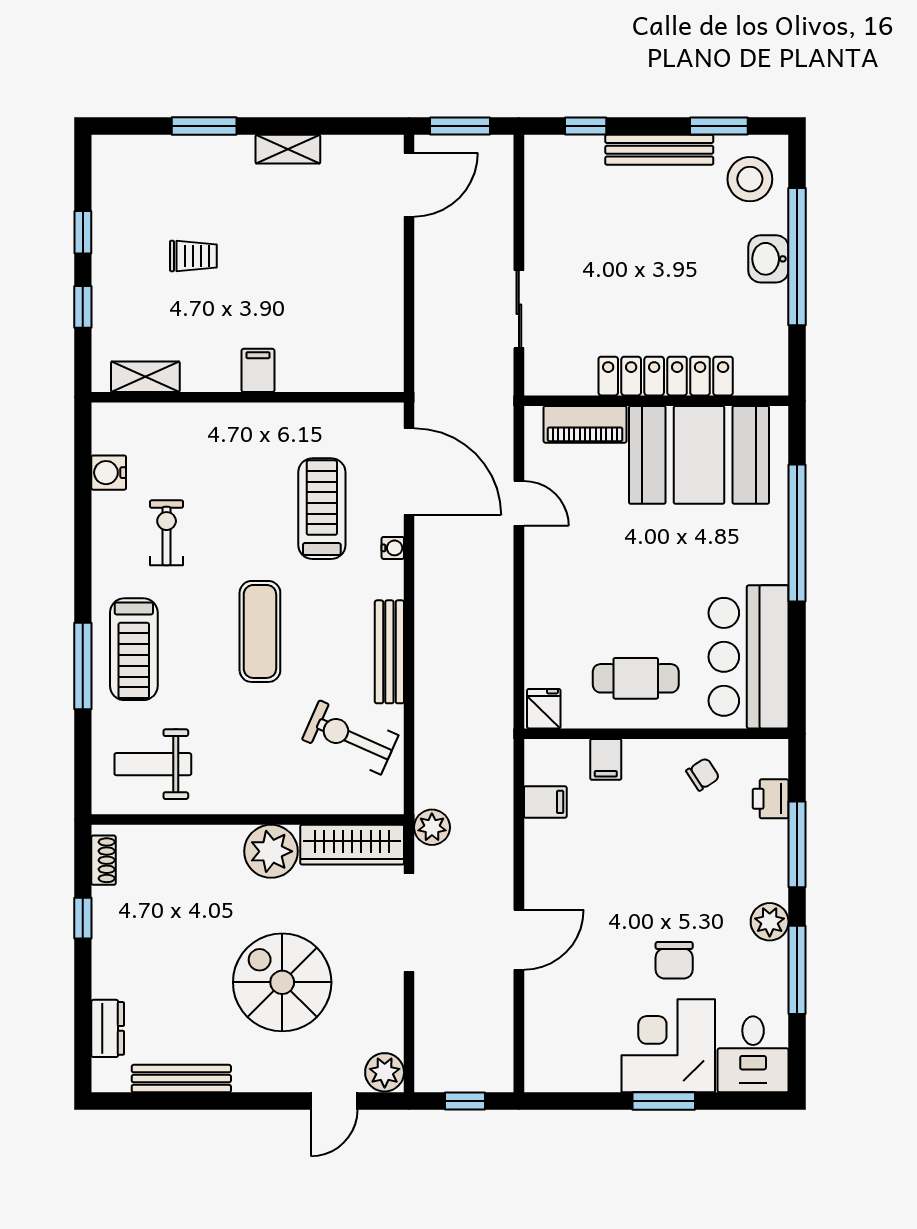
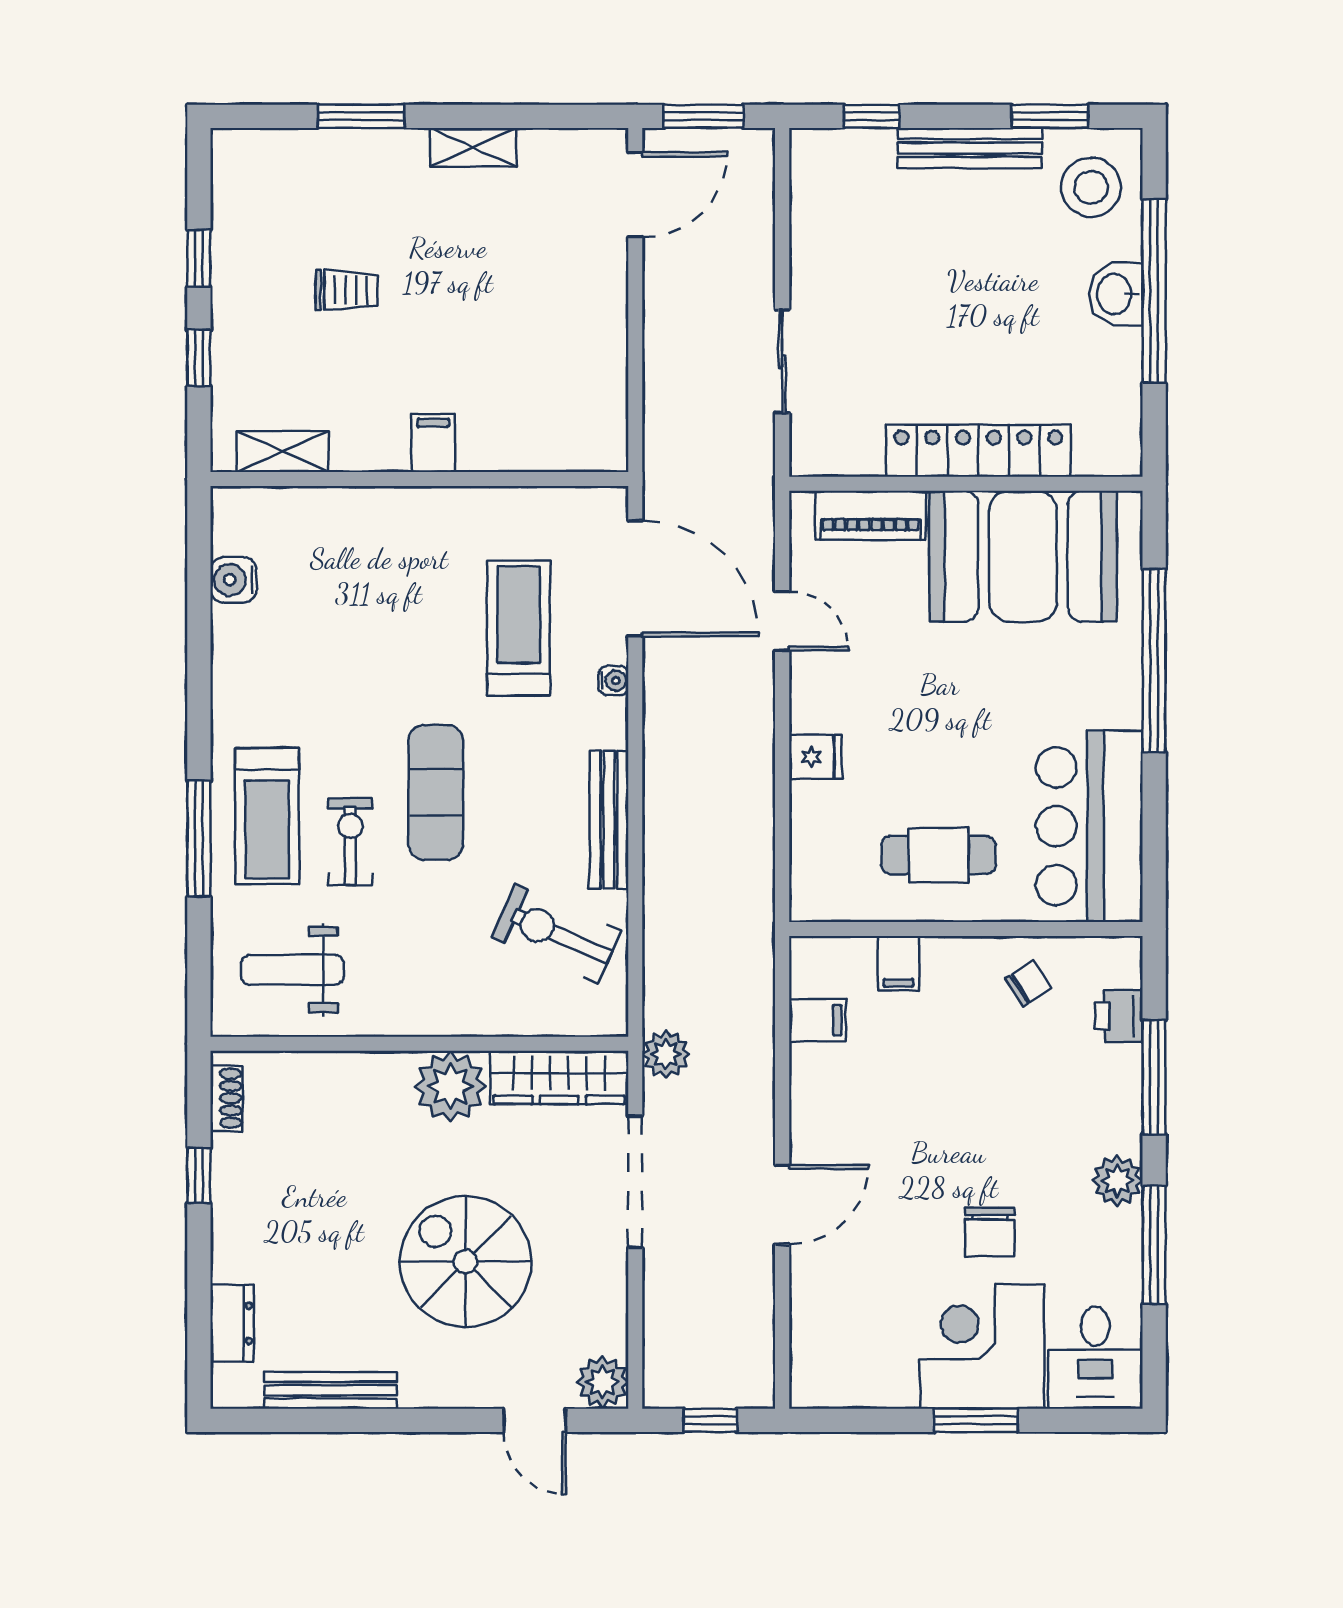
exercise bike: (167, 533) -> (350, 842), moved
fridge: (544, 709) -> (816, 757), moved, turned 90
door: (334, 1101) -> (535, 1420), hinge flipped

